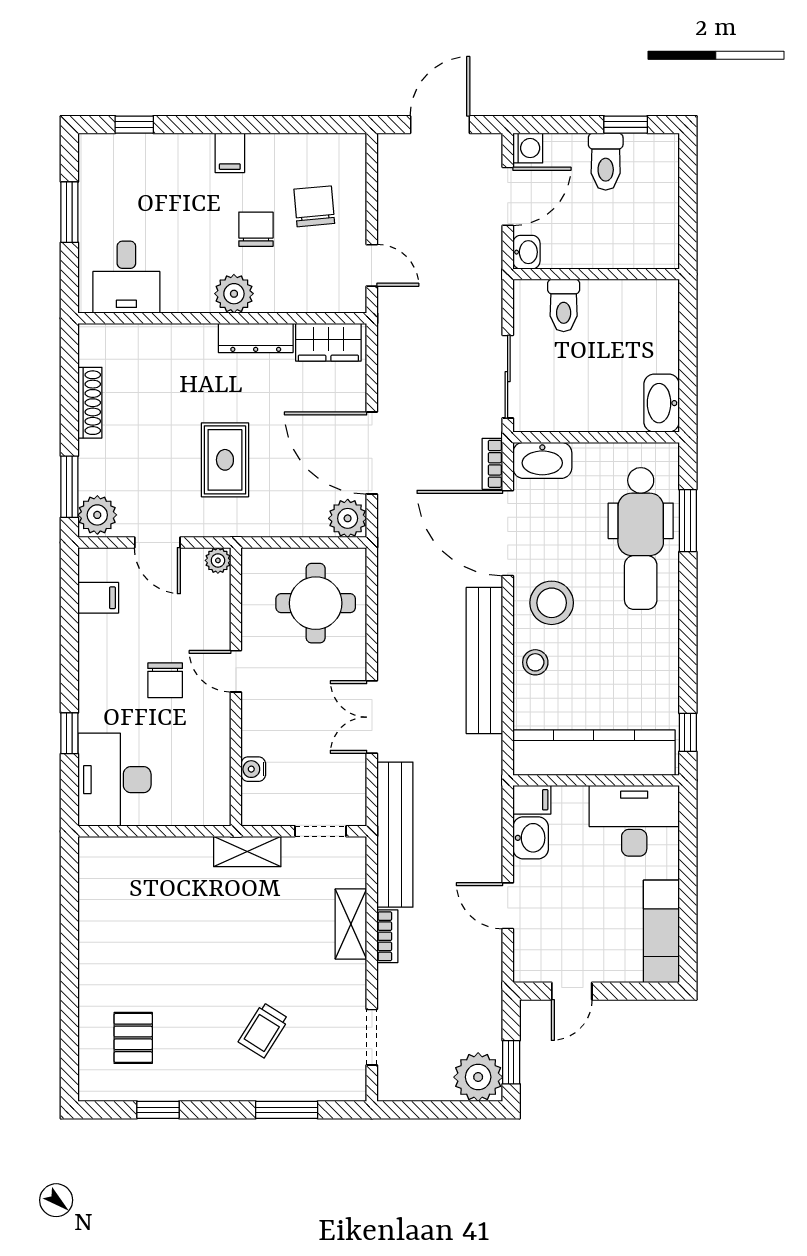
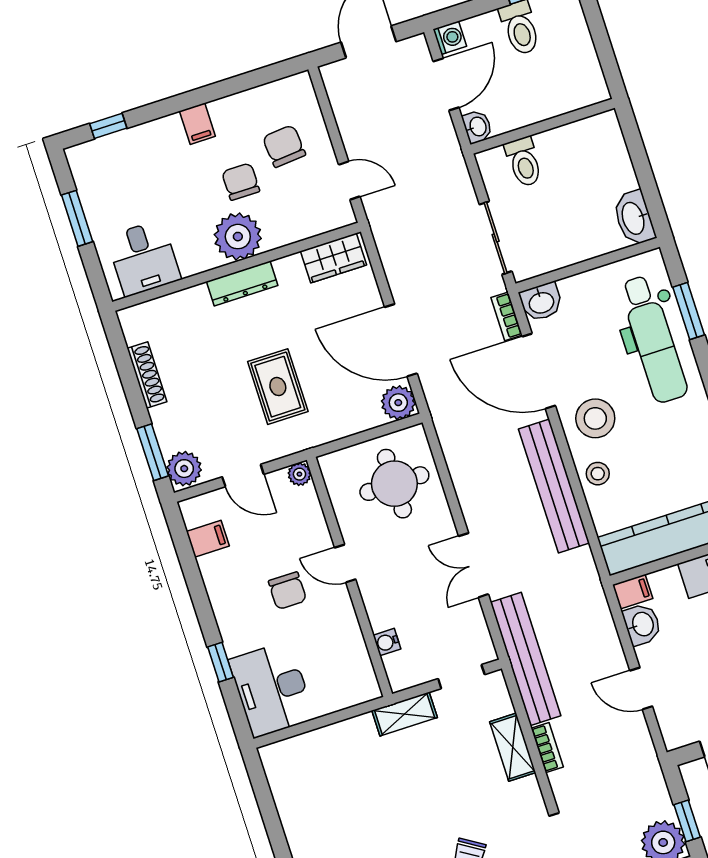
plant: (234, 294) -> (238, 237), width x1.36, depth x1.36
dresser: (256, 338) -> (242, 283), moved
washbasin: (542, 460) -> (541, 302), width x0.72

